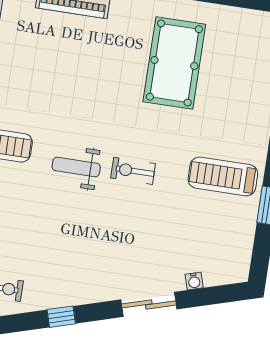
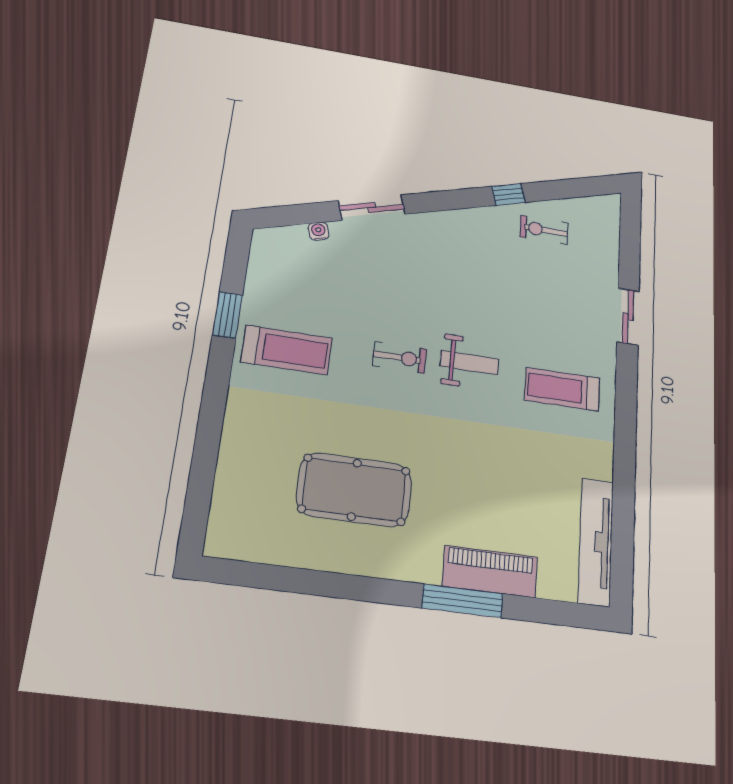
pool table: (174, 63) -> (354, 490), turned 90
window: (61, 317) -> (508, 194), moved

